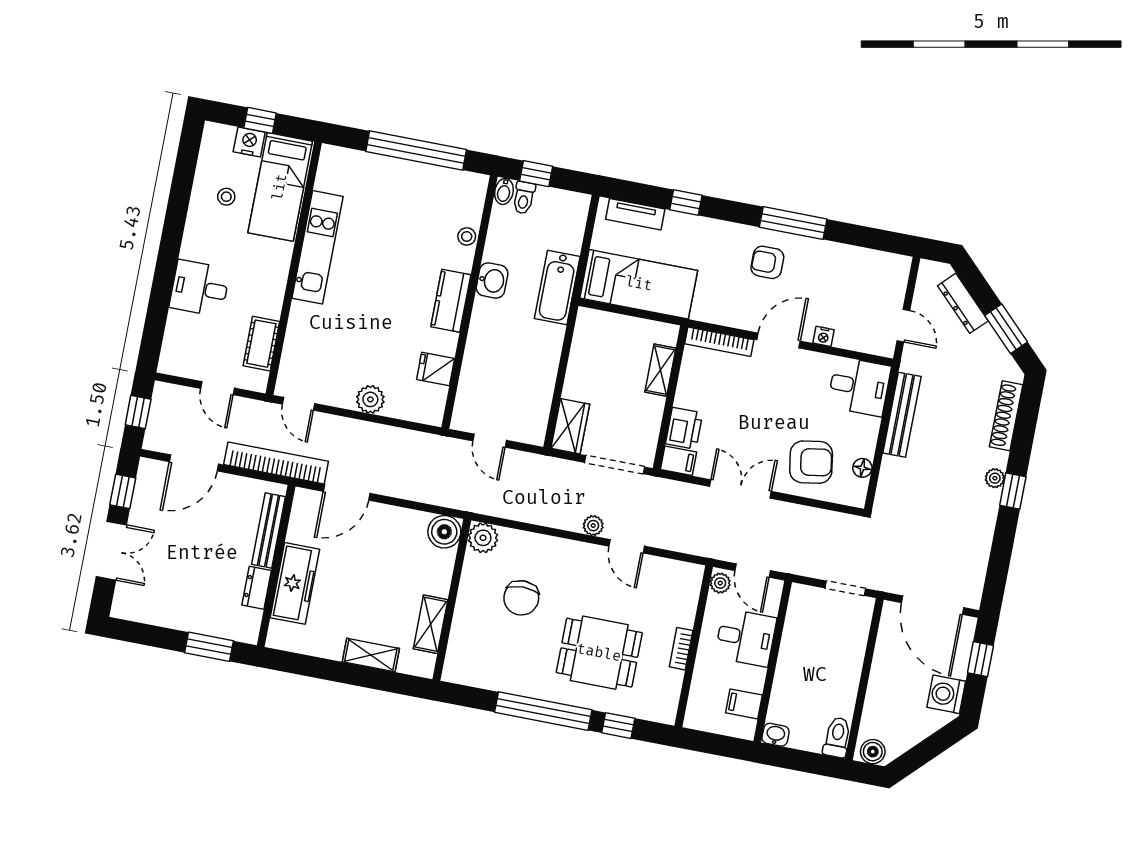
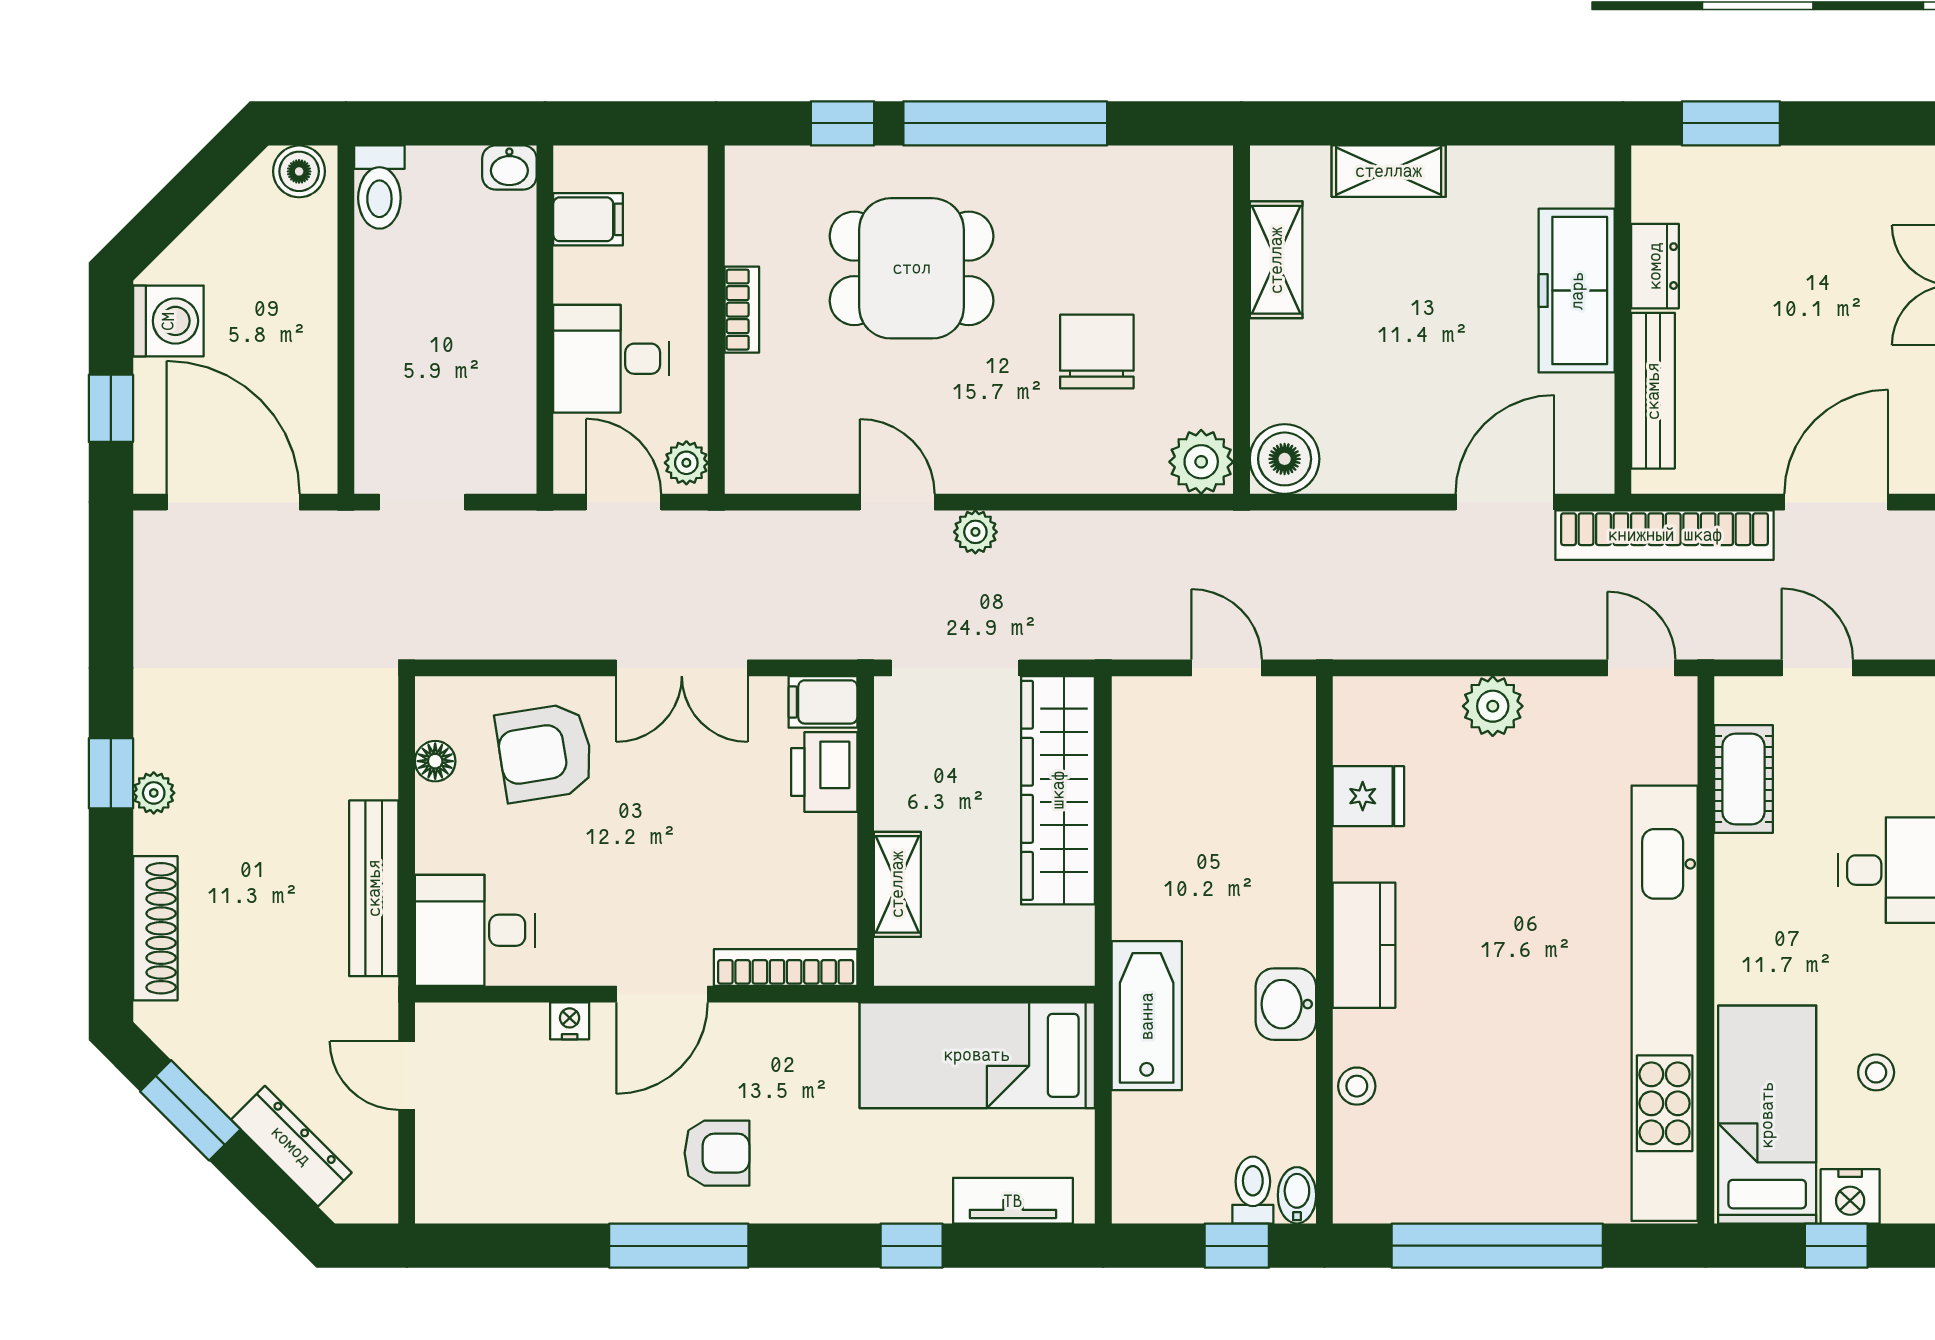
kitchen unit: (318, 247) -> (1665, 1003), width x1.86
wardrobe: (570, 426) -> (1058, 790), width x2.10, depth x1.17

